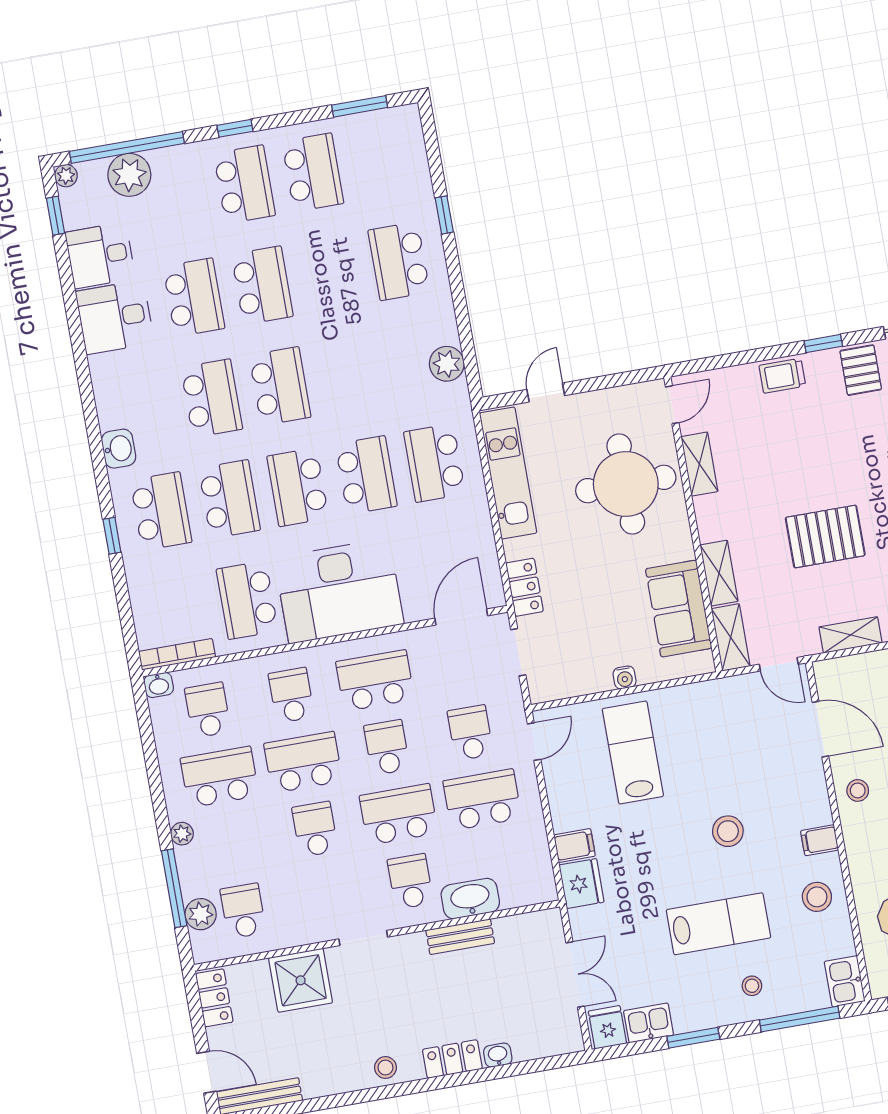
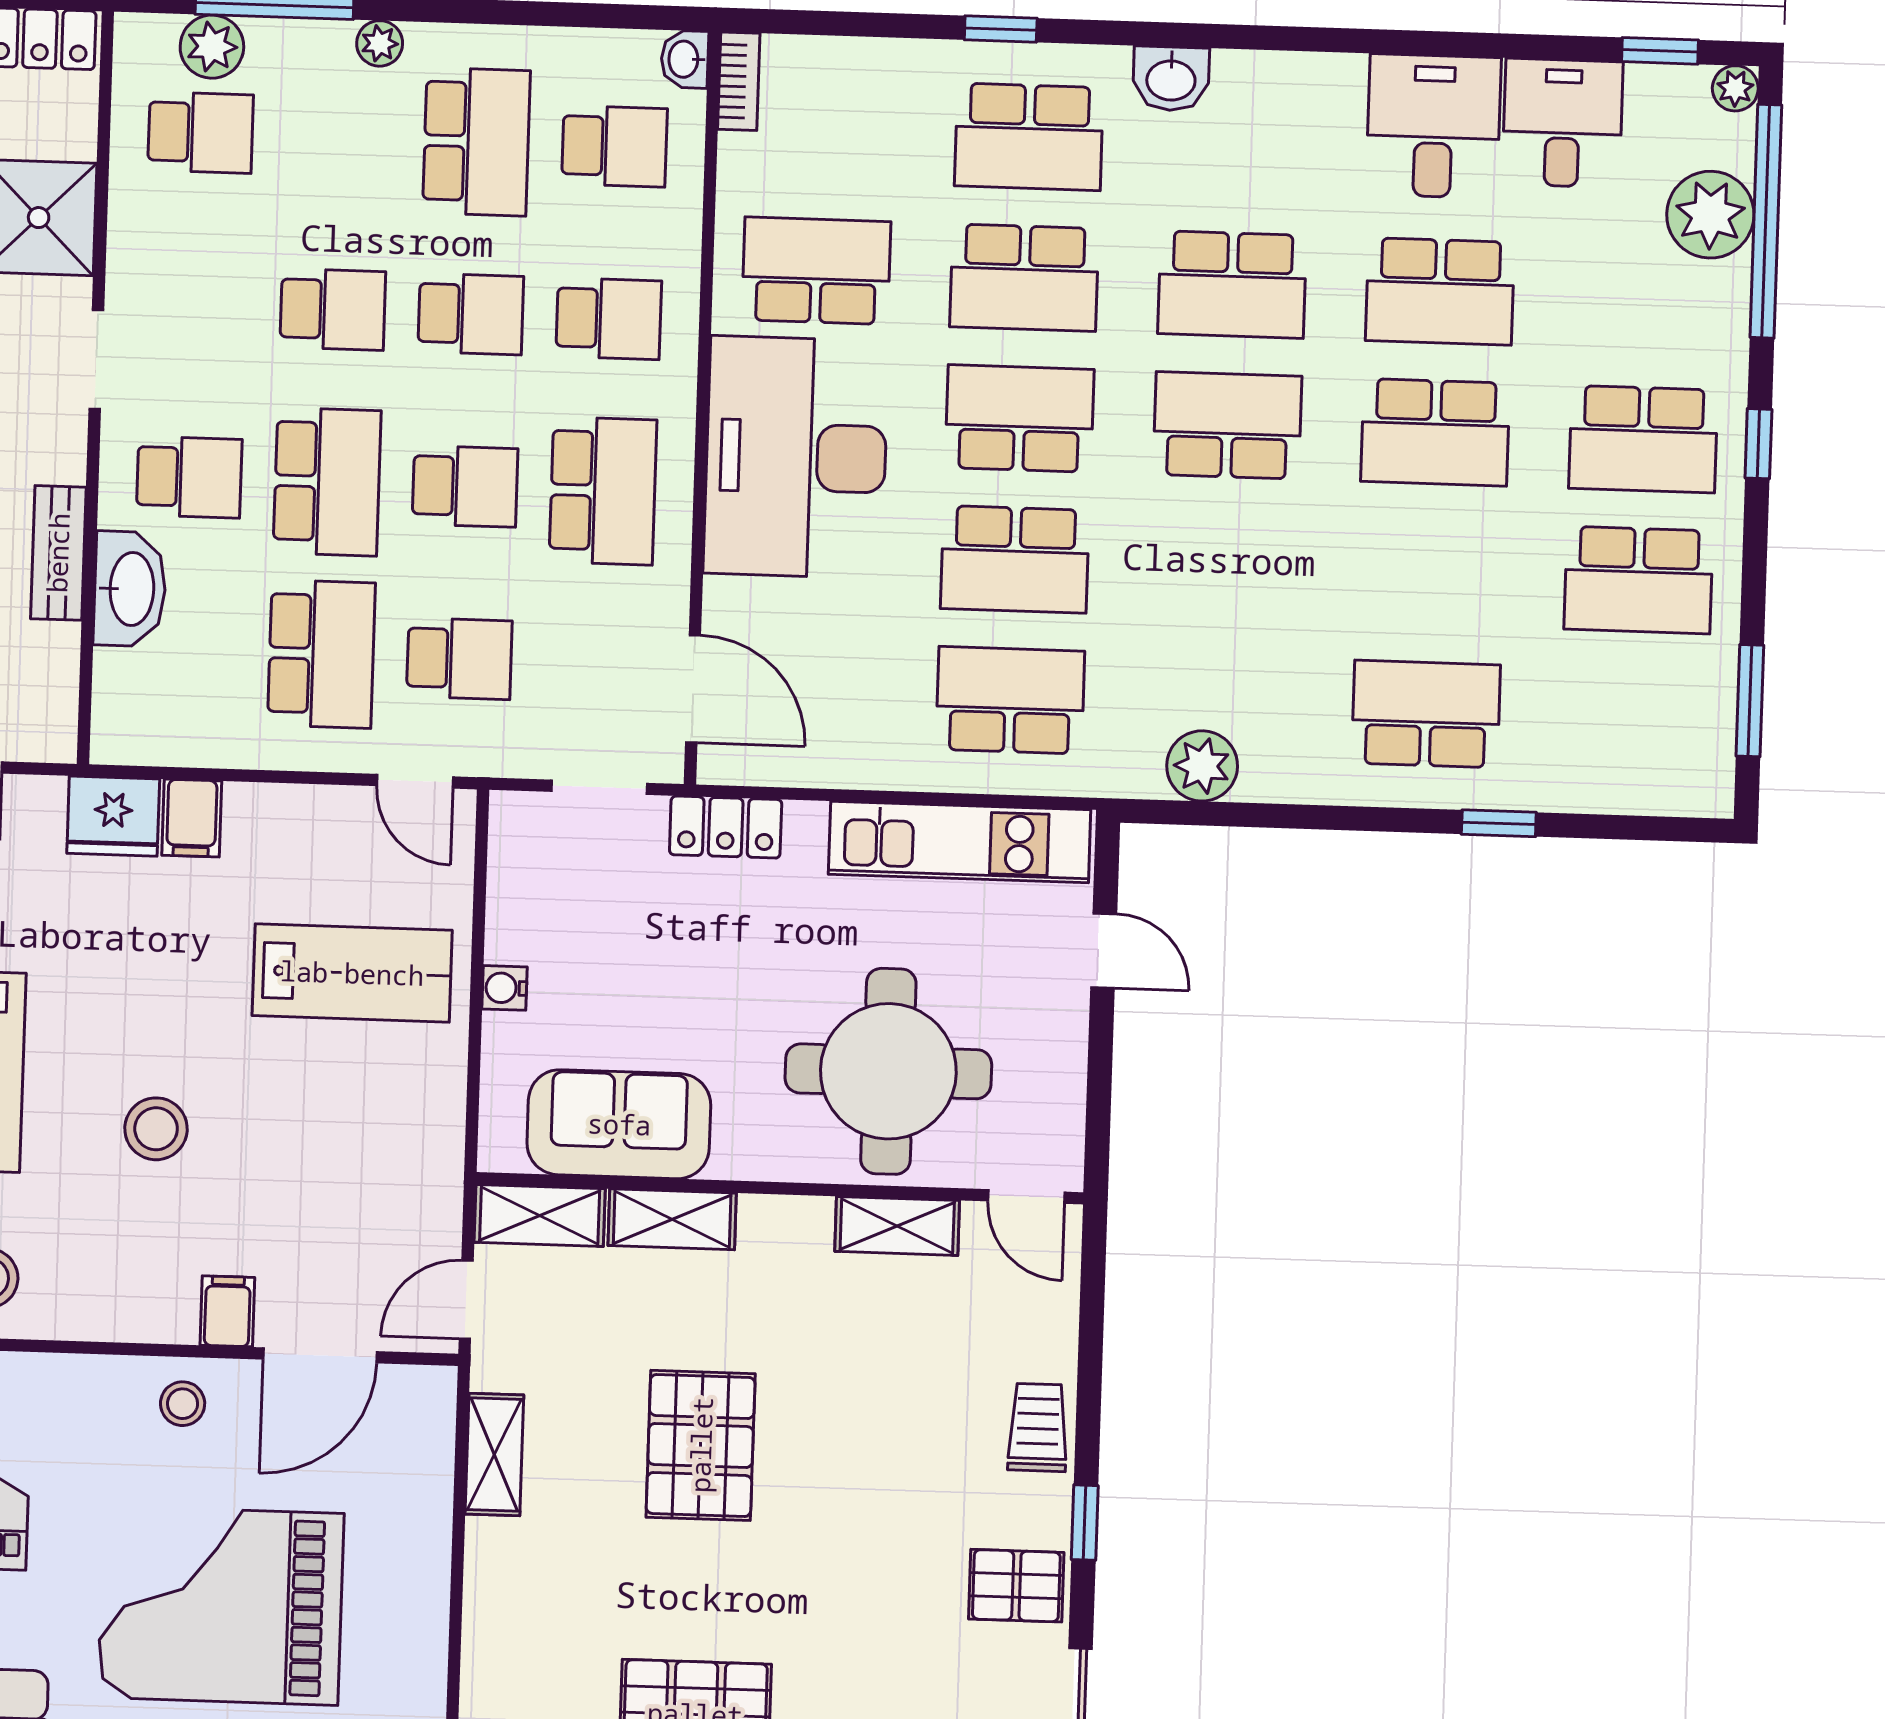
school desk: (280, 386) -> (1227, 425), turned 180
bookcase: (177, 654) -> (739, 81), width x0.64
school desk: (303, 762) -> (471, 314), width x0.54
filing cabinet: (820, 840) -> (227, 1311), moved

